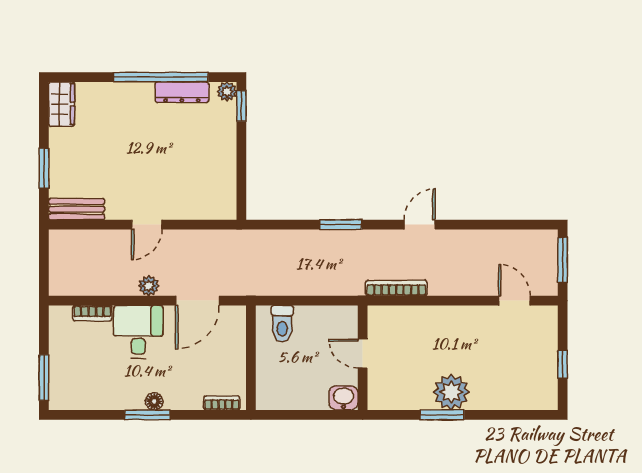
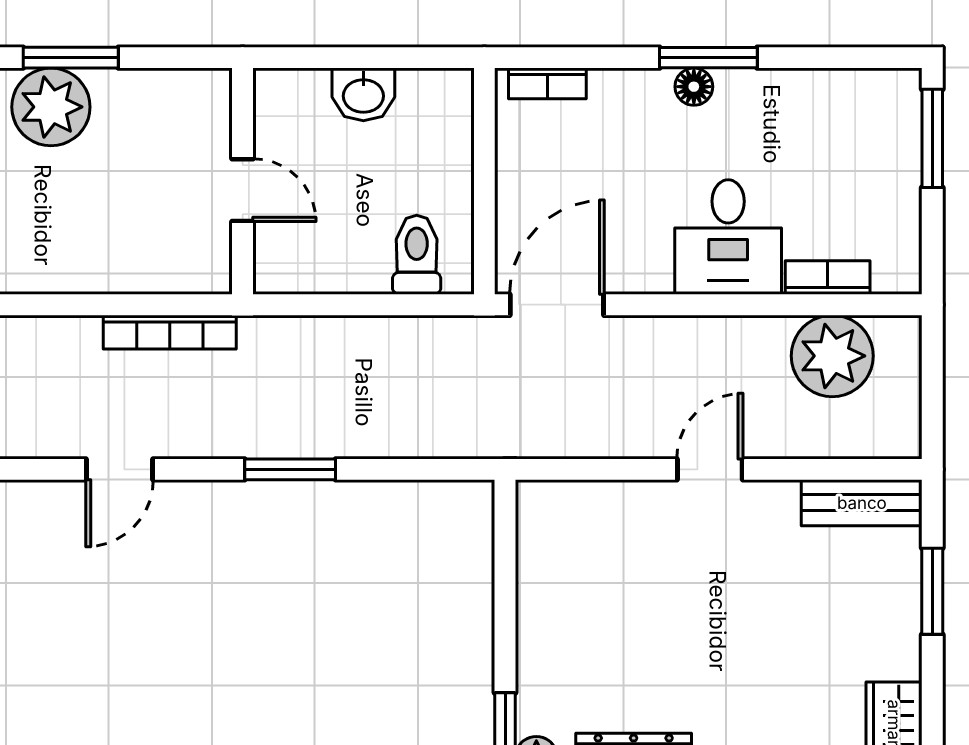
plant: (149, 286) -> (832, 356), moved, width x1.87, depth x1.87
door: (197, 301) -> (557, 305), moved
washbasin: (344, 398) -> (363, 94), moved

